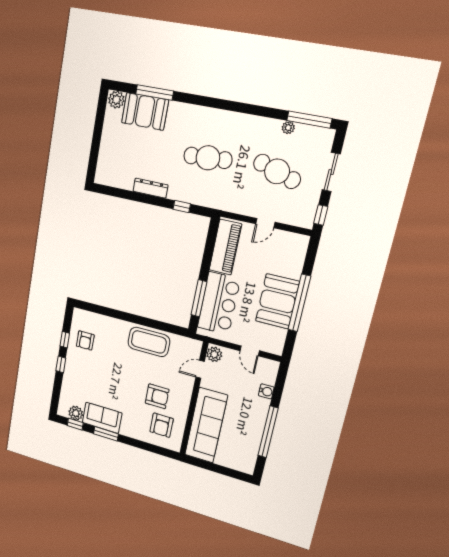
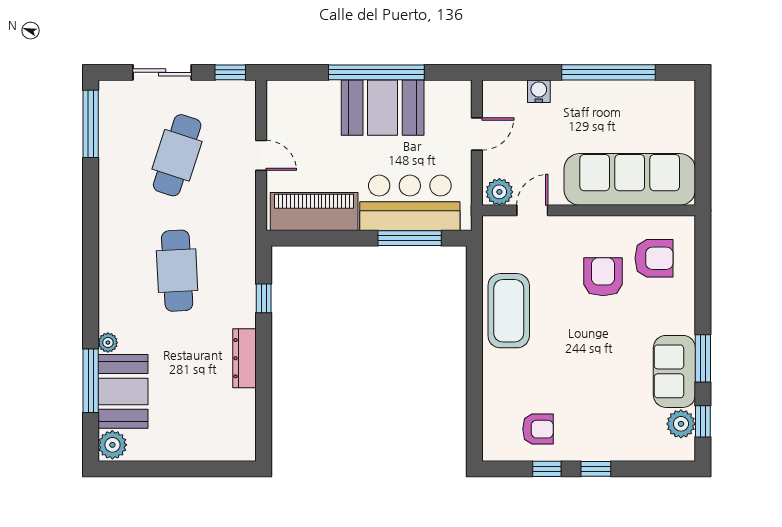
plant: (288, 128) -> (108, 343), moved
door: (200, 369) -> (532, 210), swing flipped

